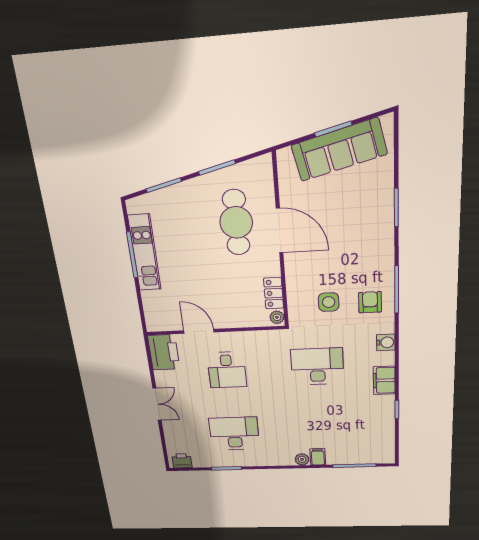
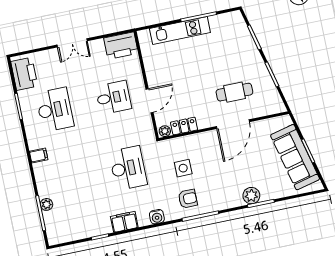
plant: (382, 219) -> (251, 196), added
cafe table: (236, 222) -> (234, 92), width x0.73, depth x0.74
kitchen unit: (145, 253) -> (180, 31), moved
door: (199, 331) -> (150, 101), moved
desk: (227, 370) -> (113, 97), turned 180
filing cabinet: (318, 457) -> (39, 156), moved
plant: (302, 459) -> (46, 204), moved
printer: (182, 461) -> (24, 74), width x1.87, depth x1.48

